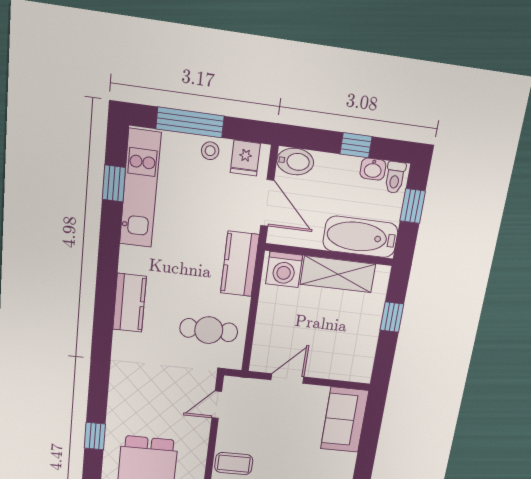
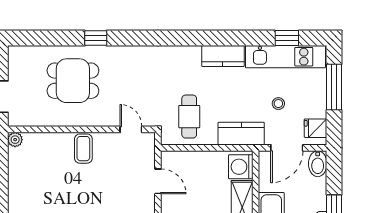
stool: (210, 151) -> (278, 104), moved
kitchen counter: (130, 303) -> (223, 56), moved

